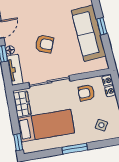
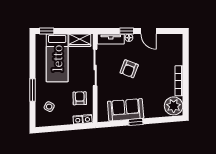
sofa: (89, 33) -> (126, 110), width x0.73
window: (75, 149) -> (33, 90), moved

